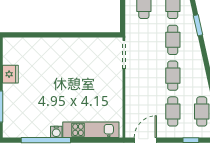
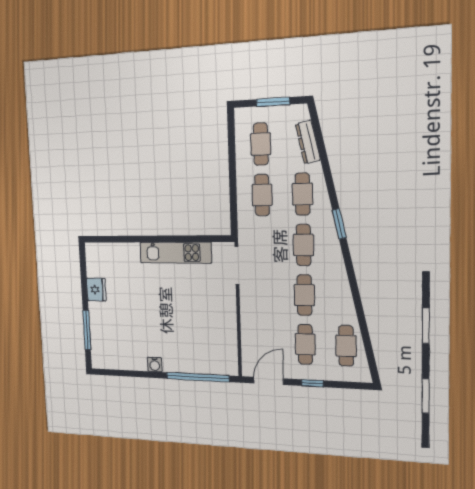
kitchen unit: (91, 130) -> (175, 253), moved, turned 180
window: (46, 140) -> (198, 377), moved
window: (191, 140) -> (312, 383), moved

